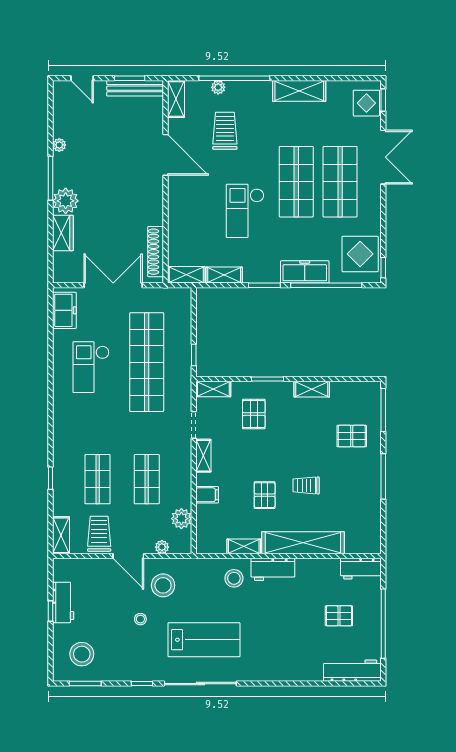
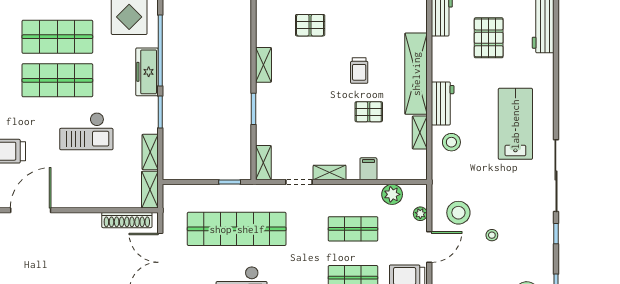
pallet: (254, 414) -> (288, 122), removed
pallet: (352, 436) -> (310, 25), turned 90
pallet: (339, 616) -> (489, 38), width x1.50, depth x1.42
lab bench: (204, 640) -> (515, 124), moved

